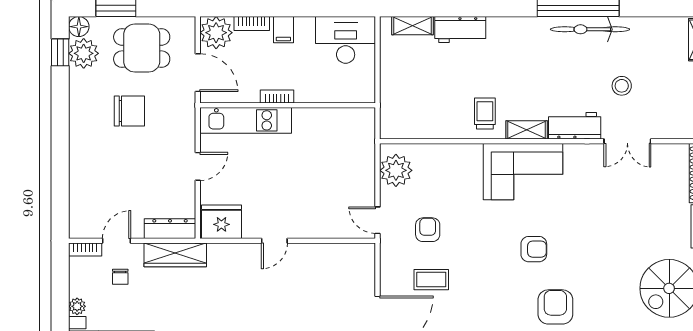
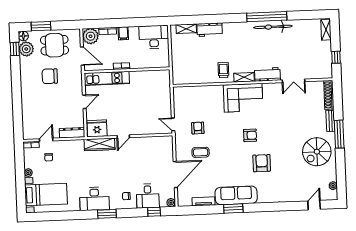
stool: (622, 86) -> (290, 54), removed
chair: (129, 111) -> (50, 76), turned 180
plant: (396, 170) -> (181, 100), removed
wardrobe: (175, 255) -> (99, 144), moved

